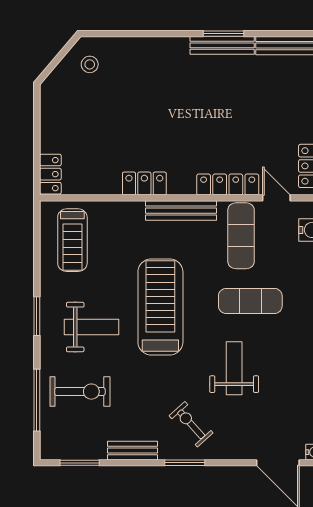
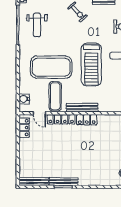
locker: (144, 184) -> (87, 120), moved
exercise mat: (250, 301) -> (51, 67), width x2.00, depth x1.45
weight bench: (234, 368) -> (37, 25), moved

